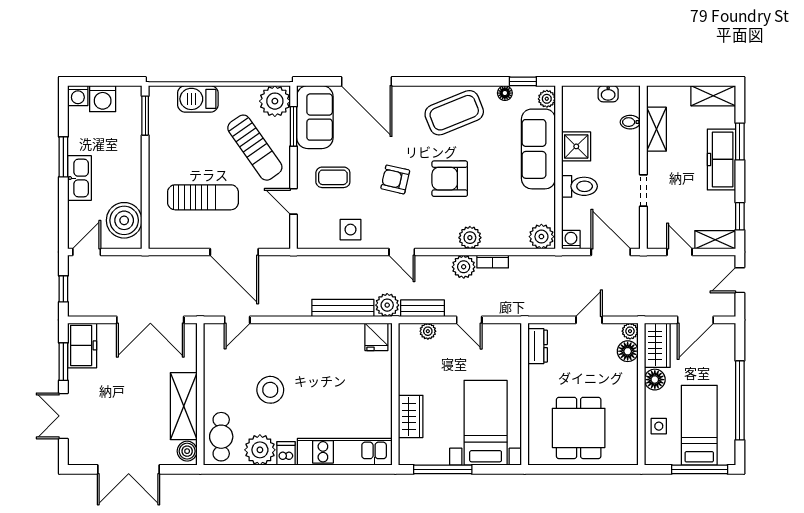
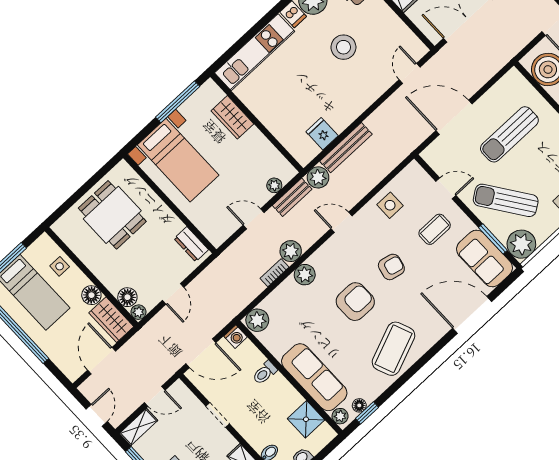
floor lamp: (505, 93) -> (359, 405), moved
shower: (576, 146) -> (306, 419), moved
toilet: (580, 186) -> (265, 373), width x0.73, depth x0.72
fridge: (376, 337) -> (322, 134), moved

